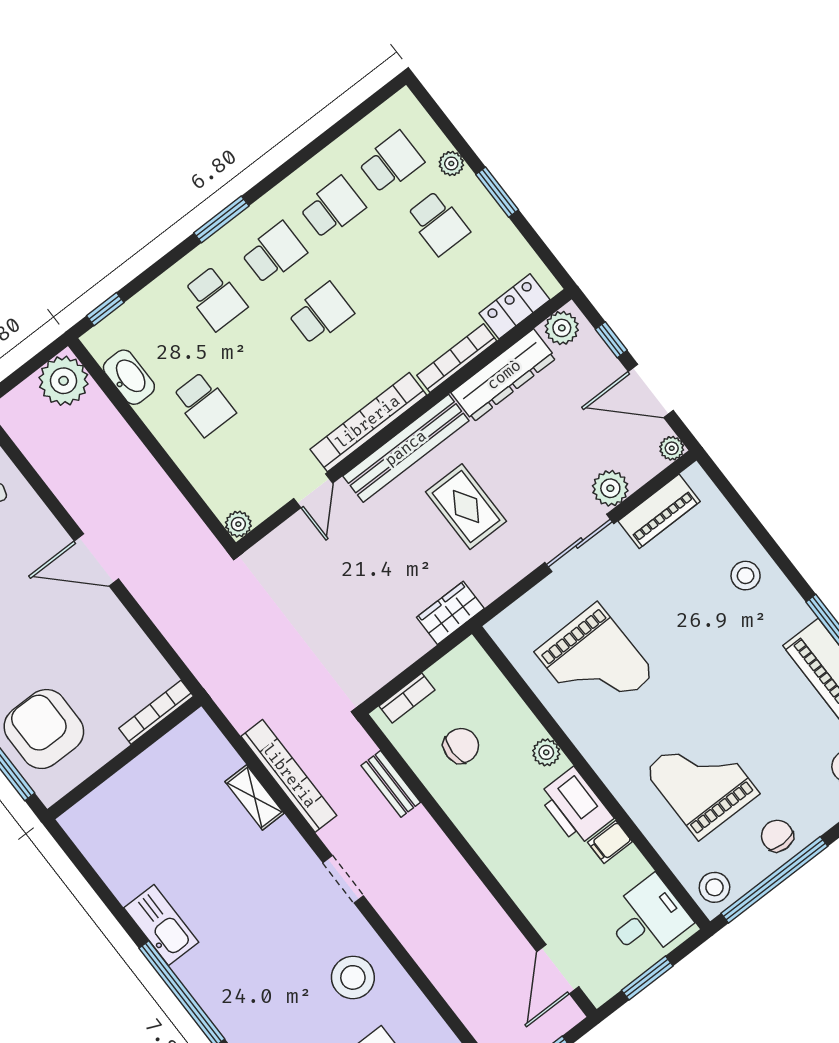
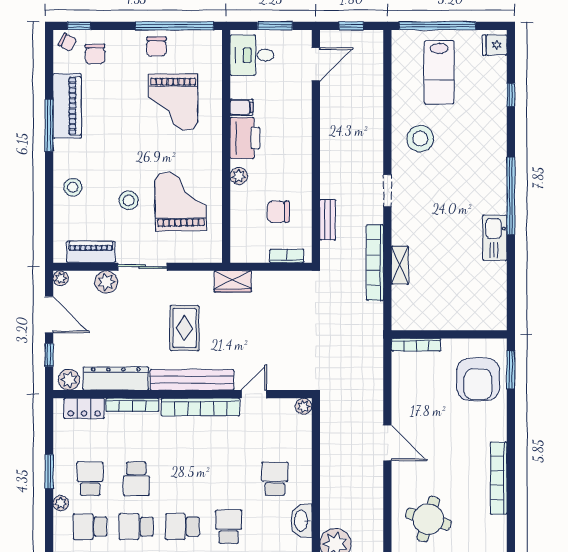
school desk: (321, 314) -> (136, 479), moved, turned -90
stool: (714, 887) -> (129, 200), moved

